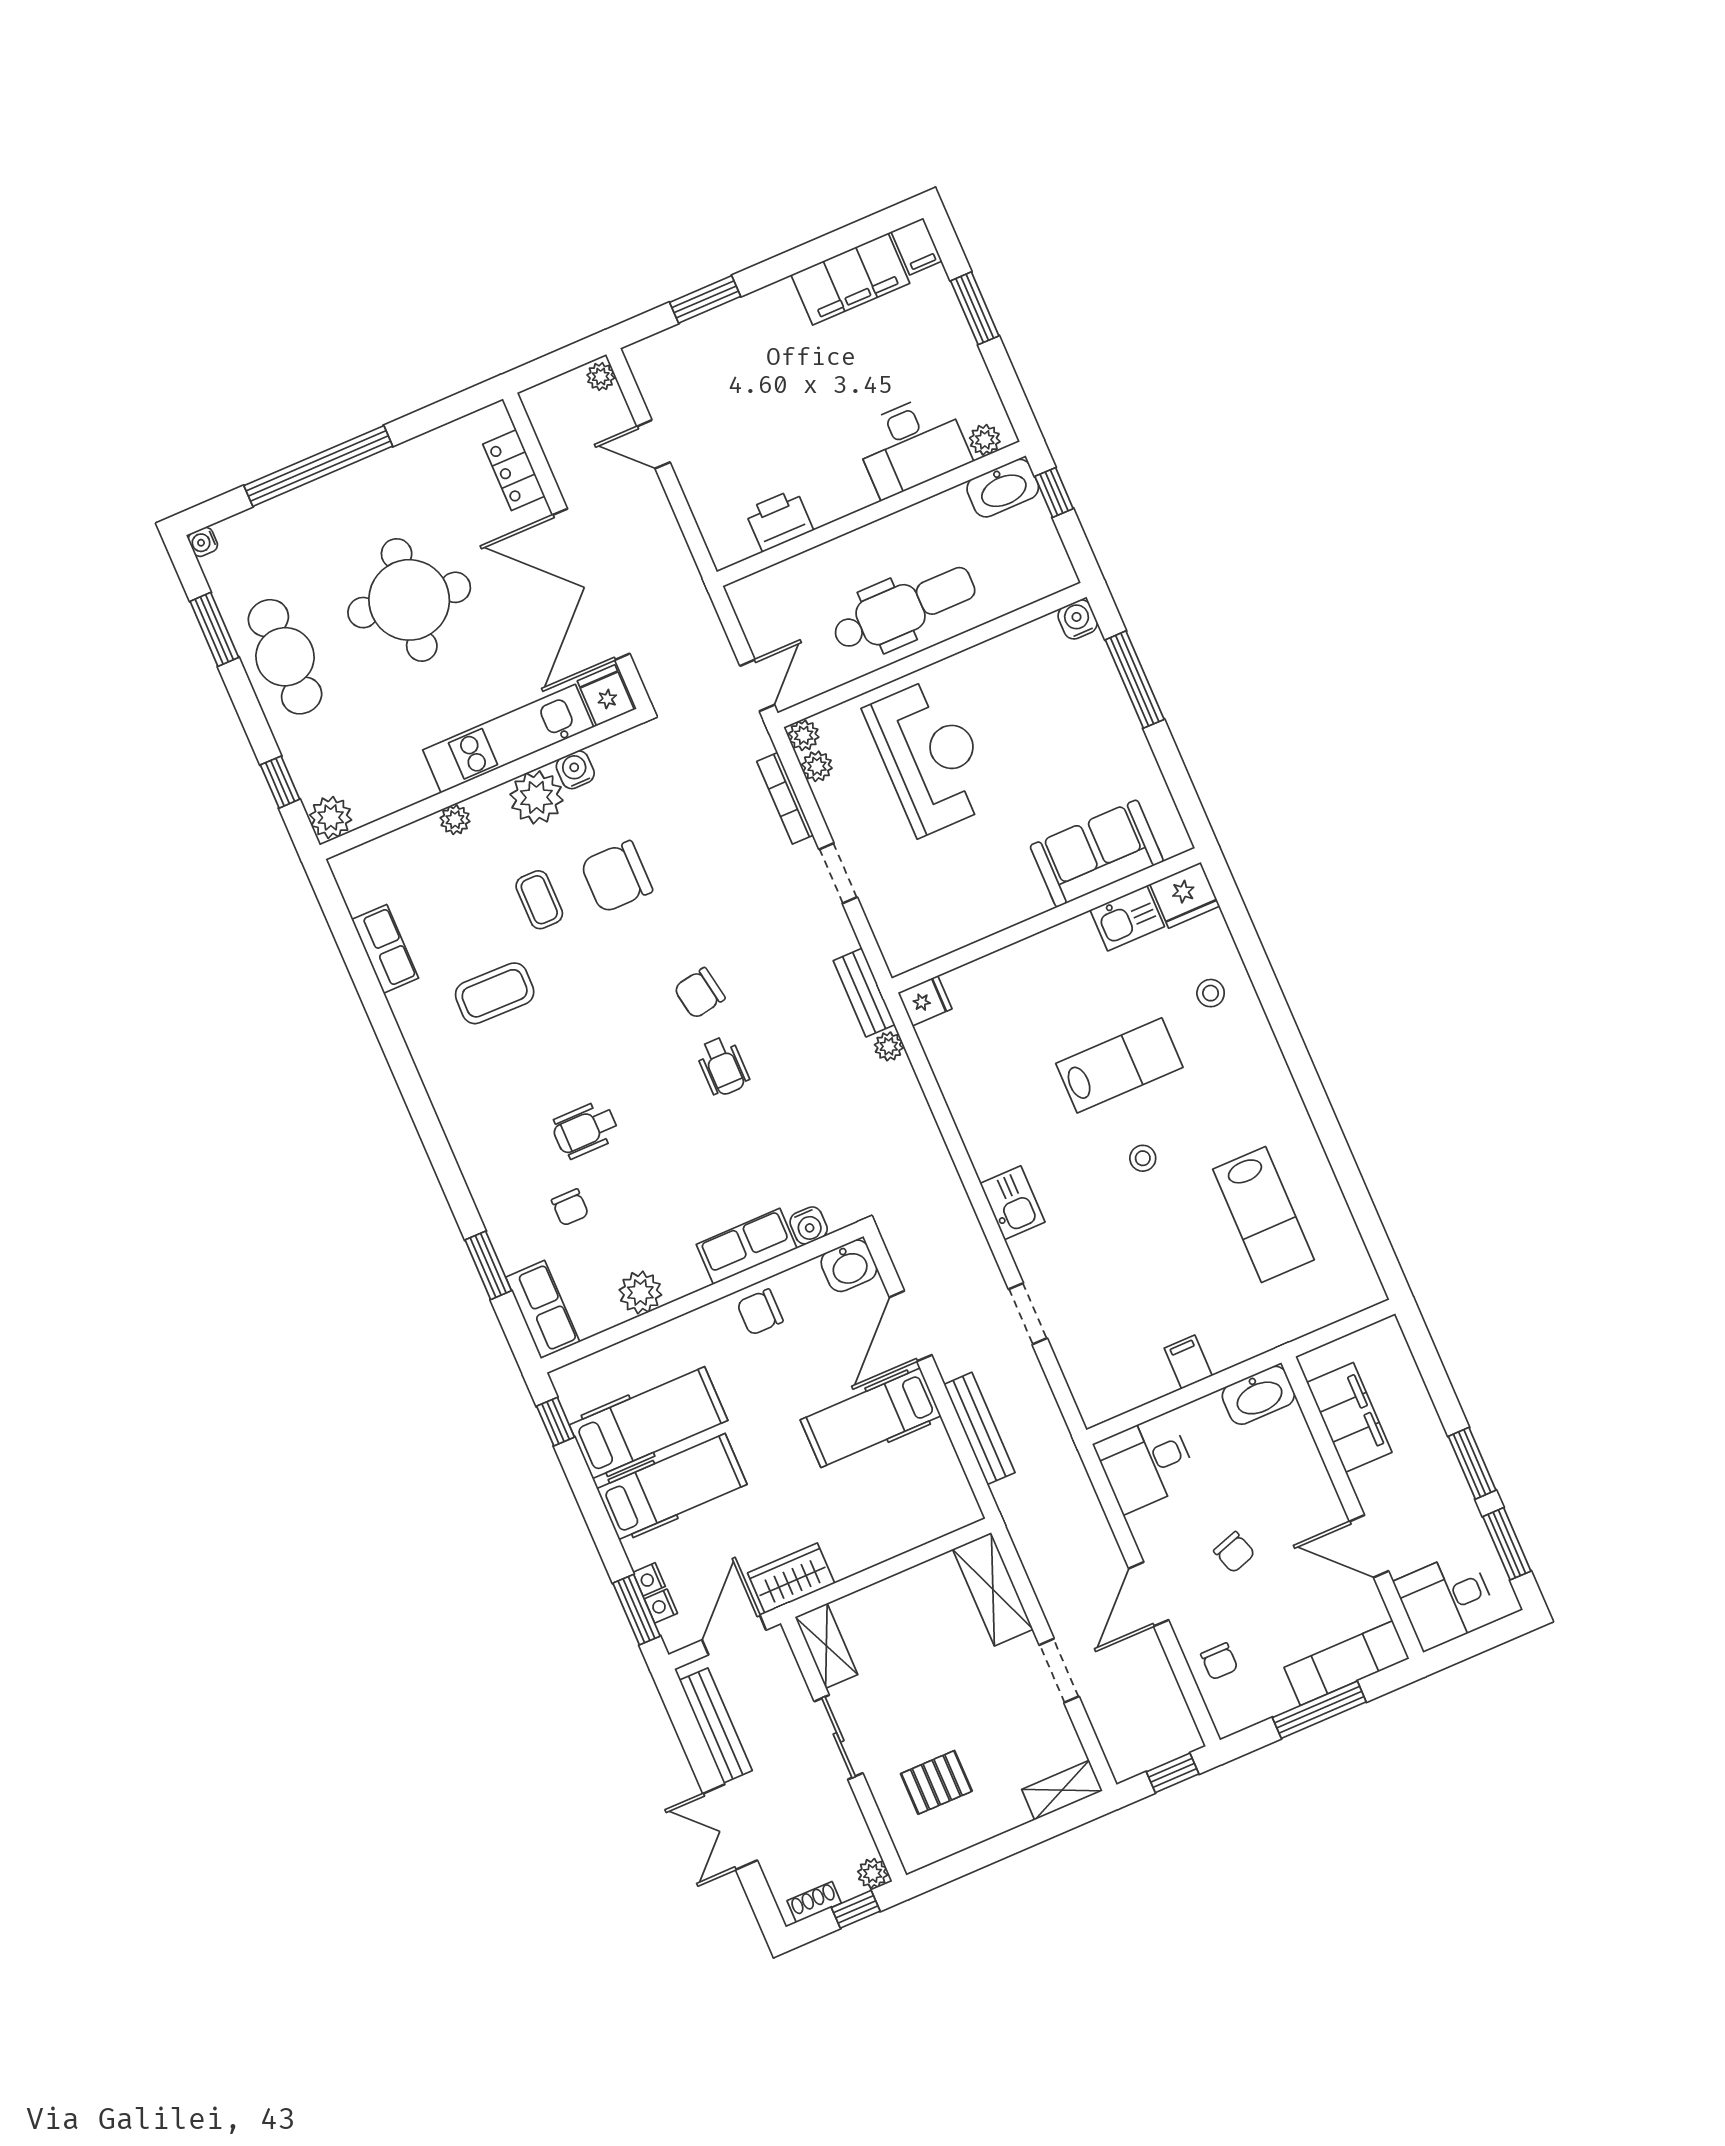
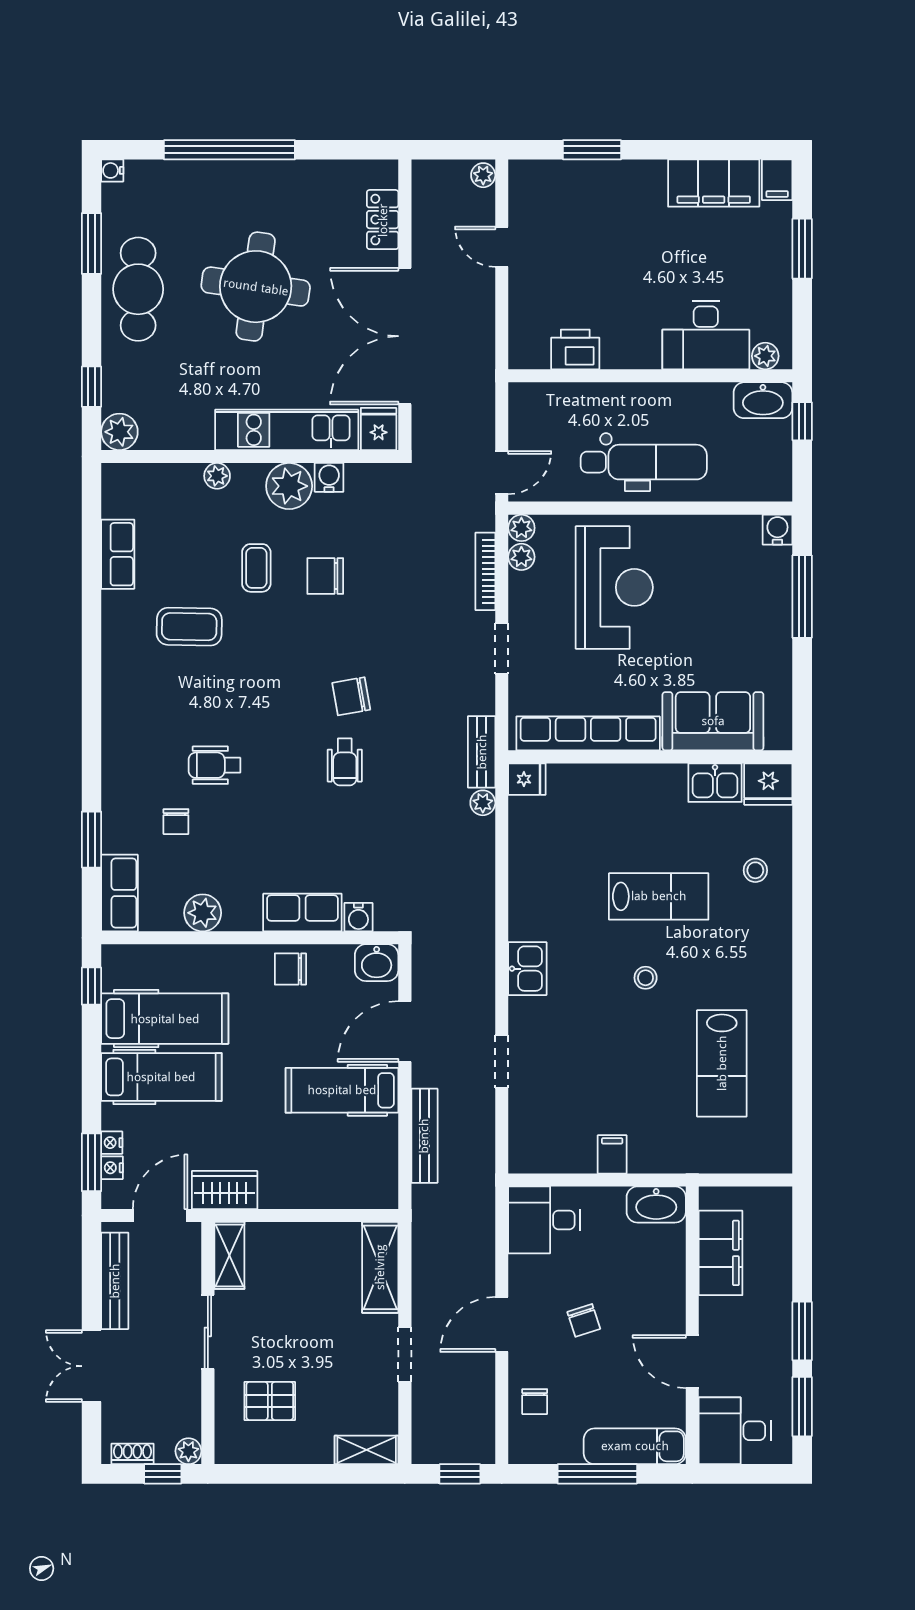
chair: (616, 877) -> (325, 576), width x0.73, depth x0.73
row of seats: (969, 924) -> (588, 733), added

